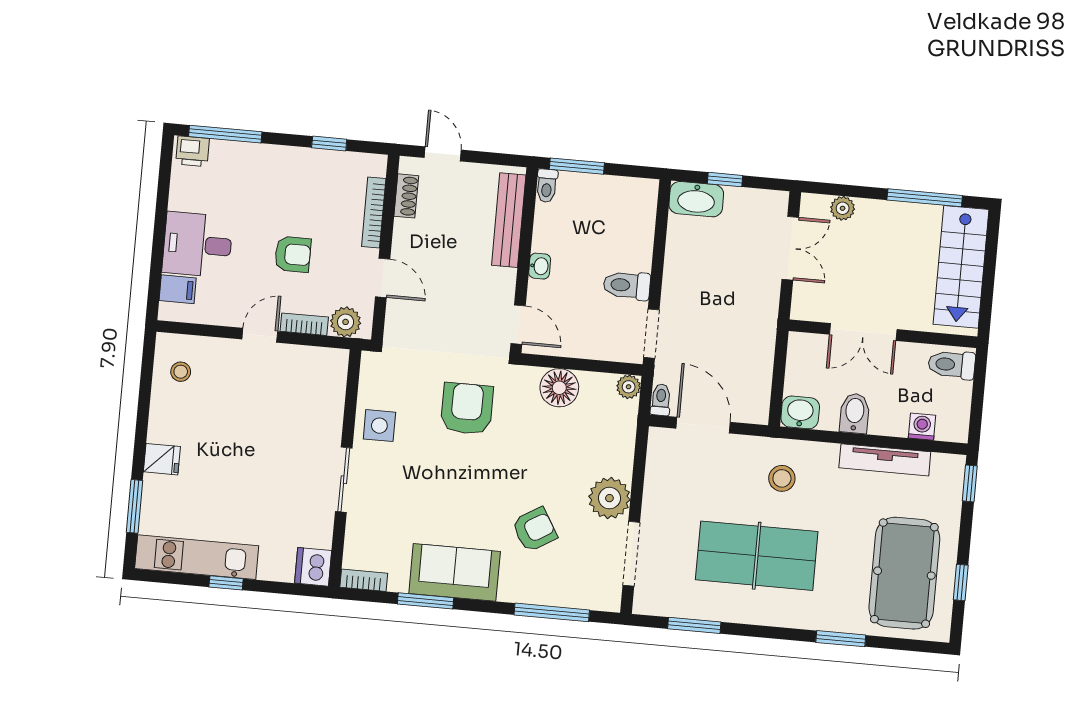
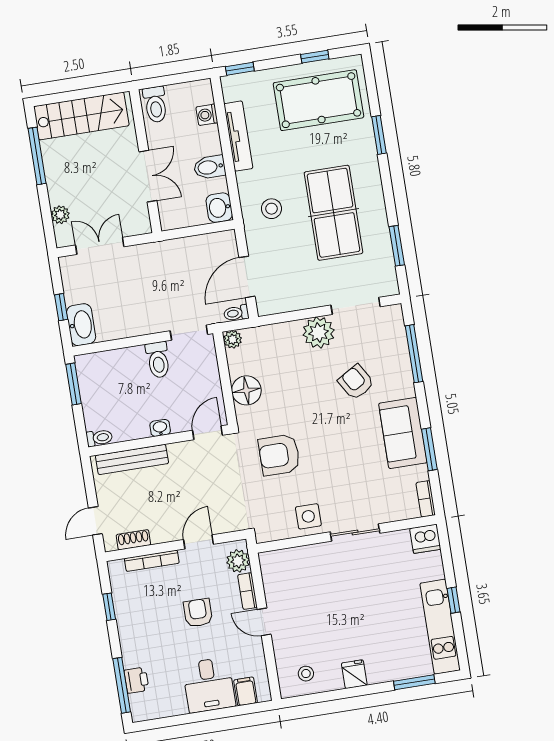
printer: (192, 151) -> (136, 680), moved
window: (577, 166) -> (73, 384), moved
fridge: (162, 459) -> (354, 674), moved

